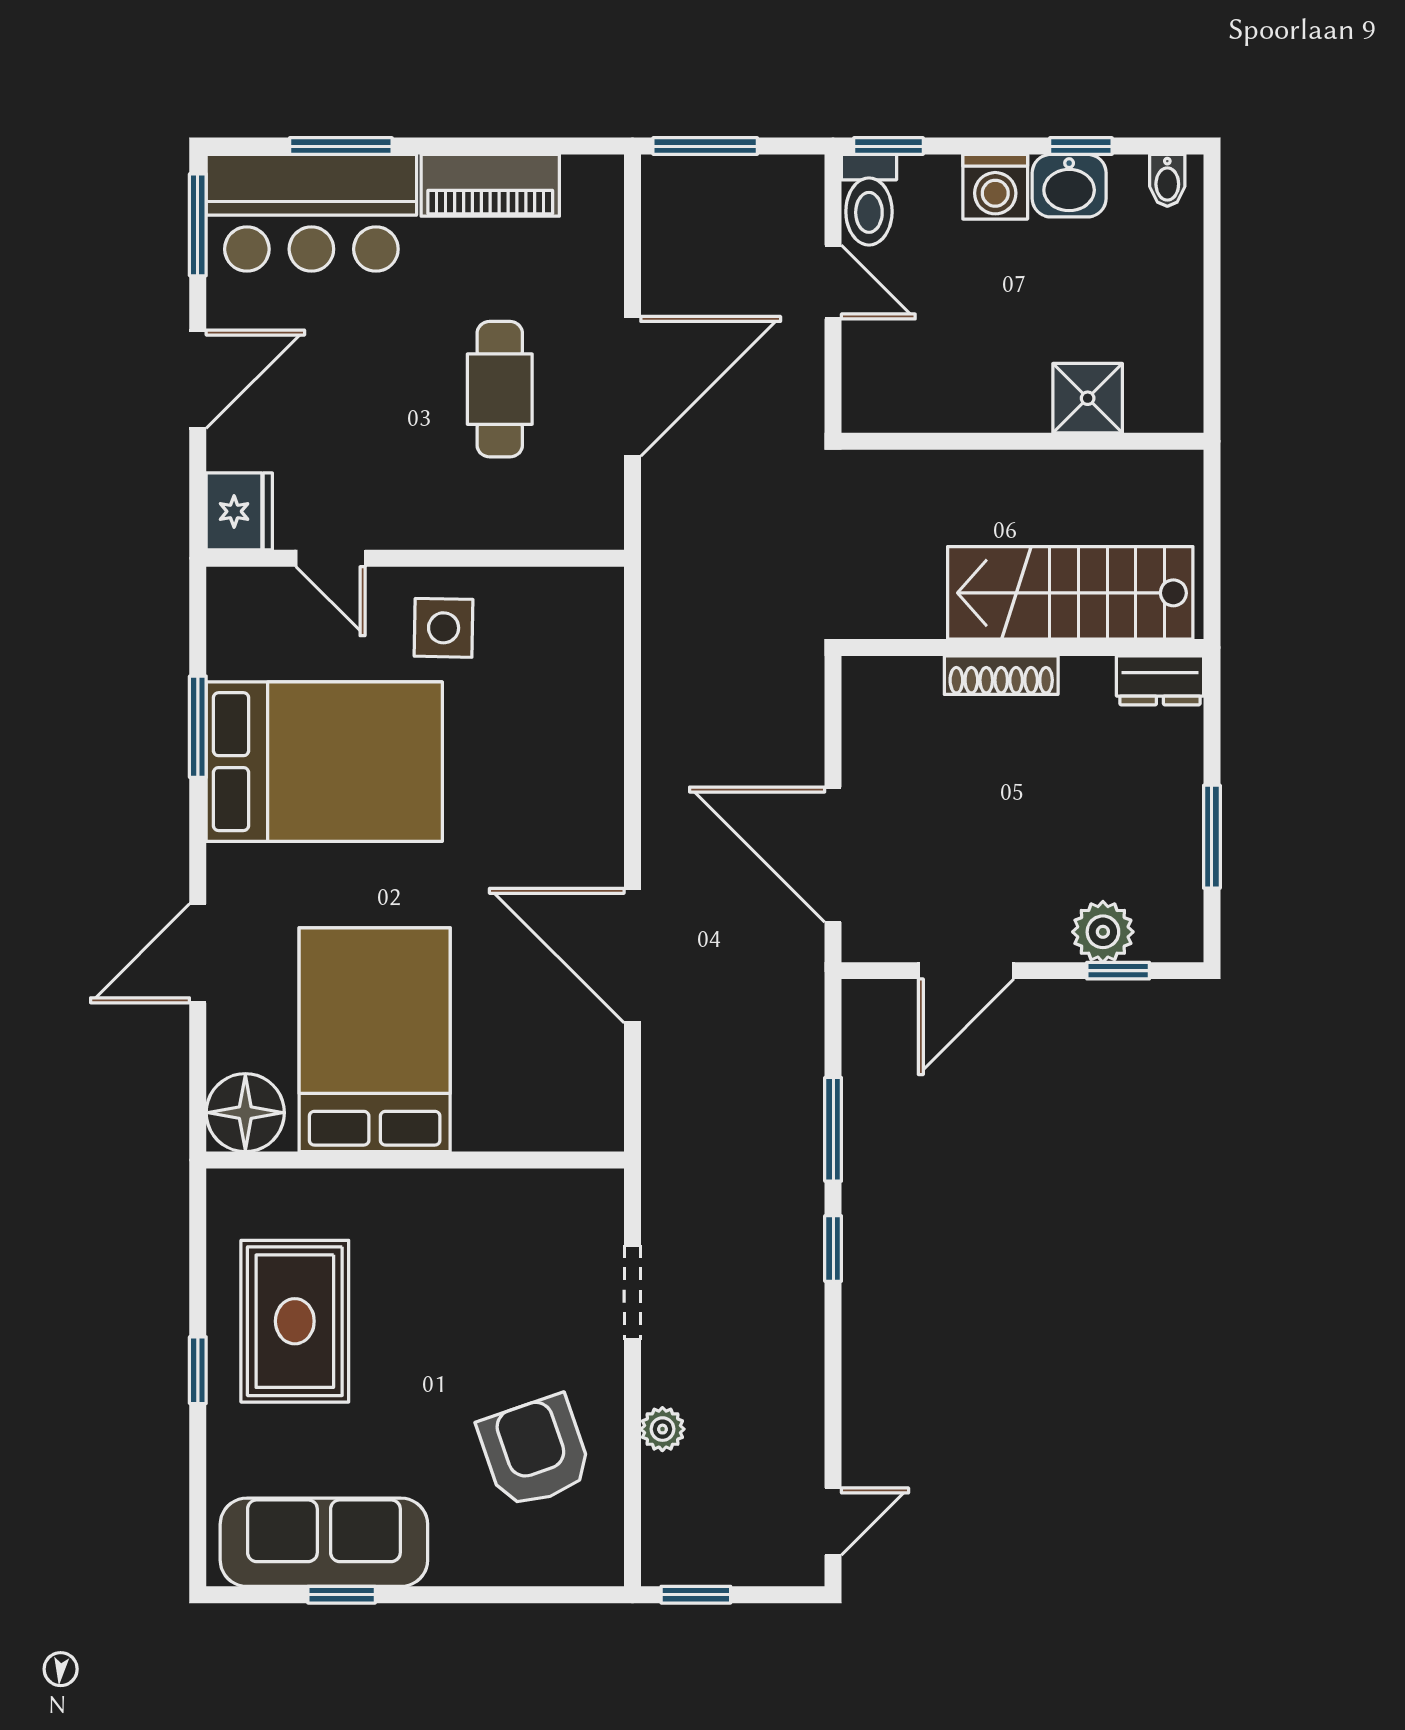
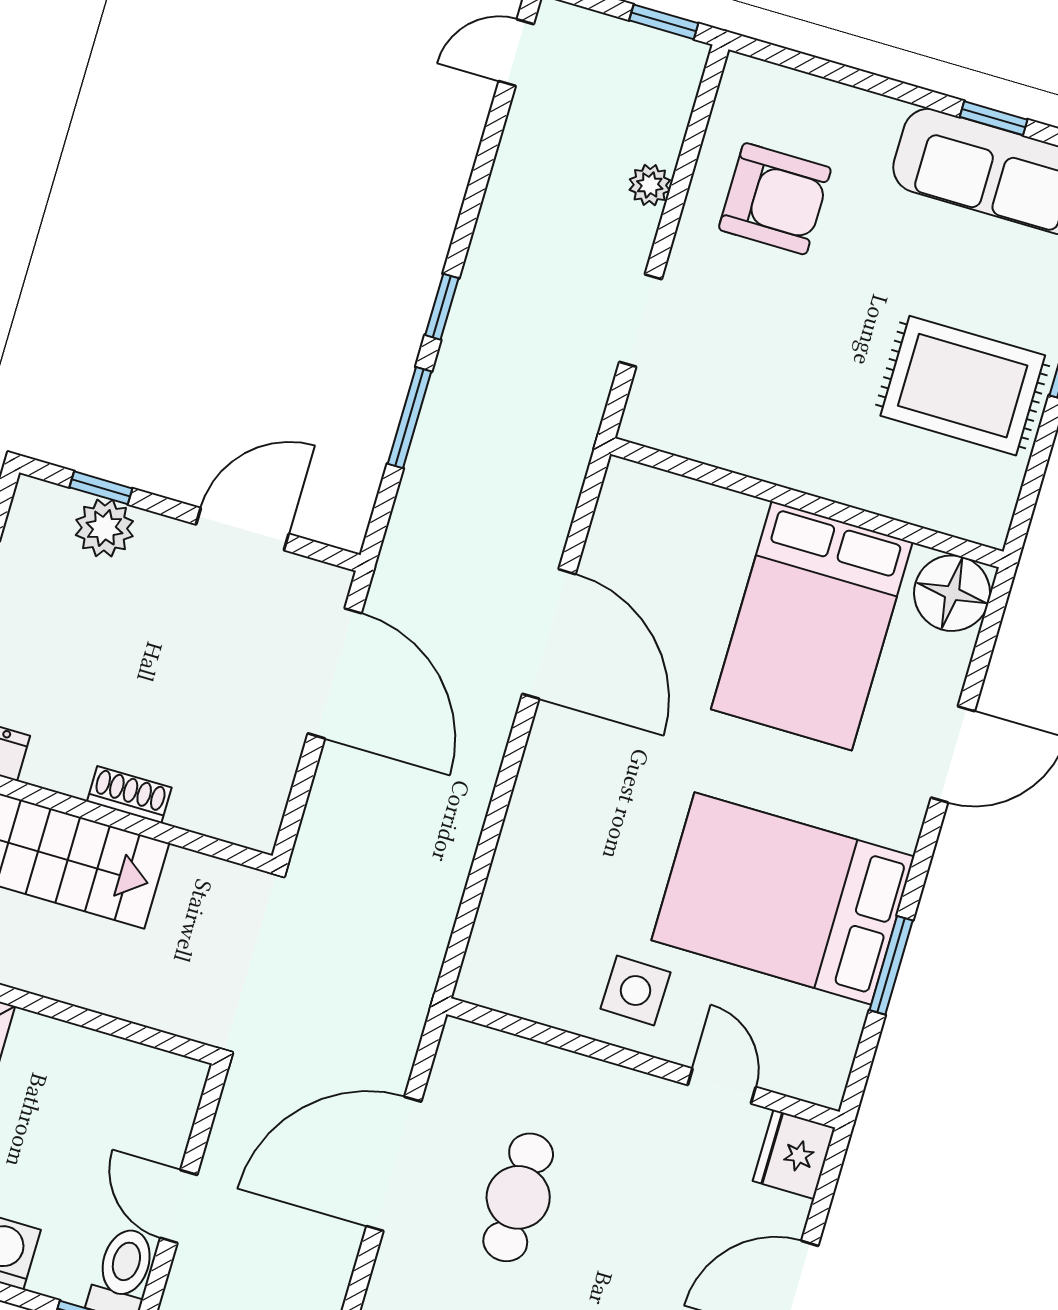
shoe rack: (1001, 675) -> (129, 795), width x0.70
rug: (295, 1321) -> (963, 386), turned 90
armchair: (535, 1452) -> (775, 199), turned -71

